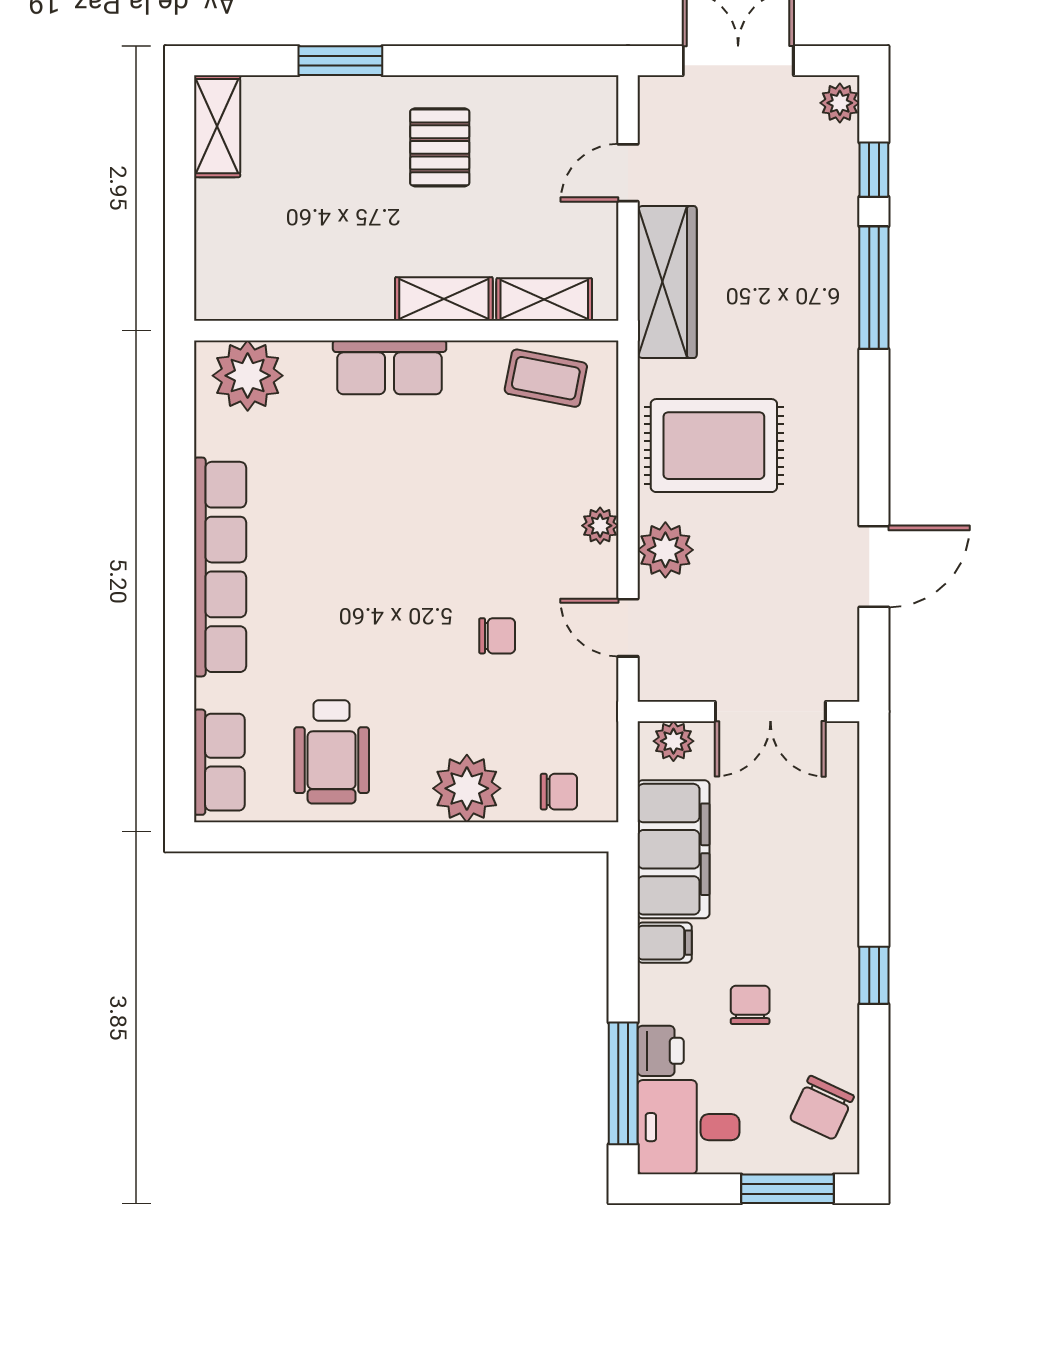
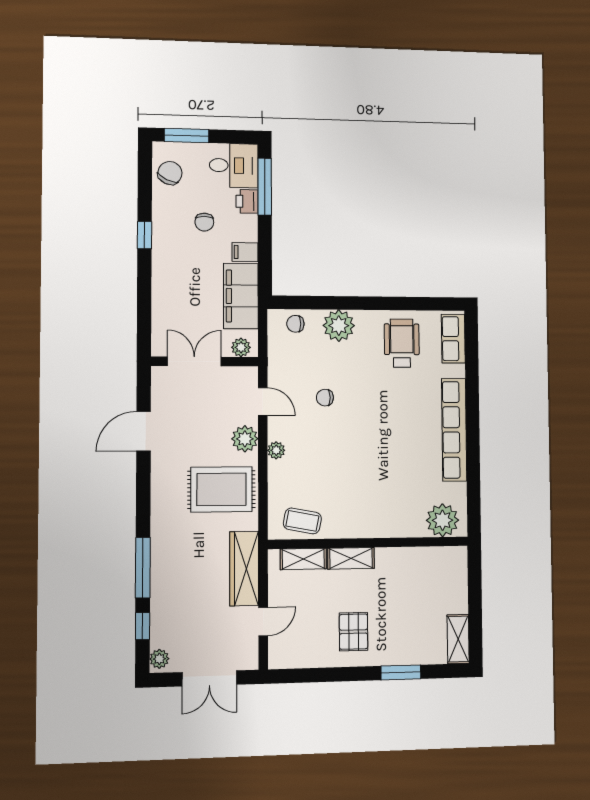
row of seats: (390, 367) -> (376, 525), removed

